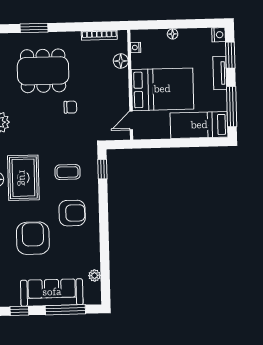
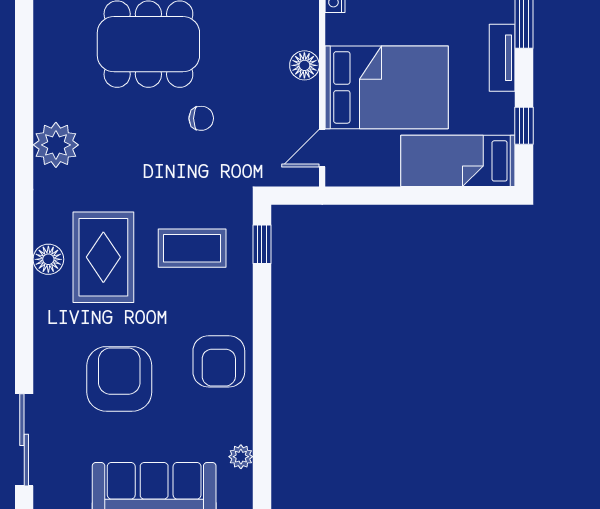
floor lamp: (121, 61) -> (304, 65), moved
window: (232, 107) -> (524, 126), width x0.46
coffee table: (68, 172) -> (192, 248), width x1.36, depth x1.30
armchair: (72, 213) -> (219, 361), moved, turned 90

